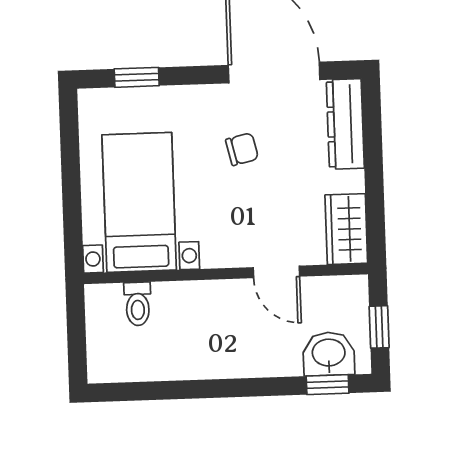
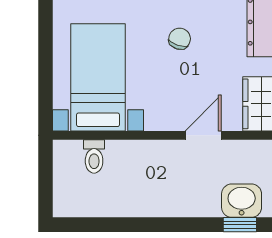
chair: (242, 149) -> (180, 39), turned -59
door: (276, 272) -> (203, 135), swing flipped

